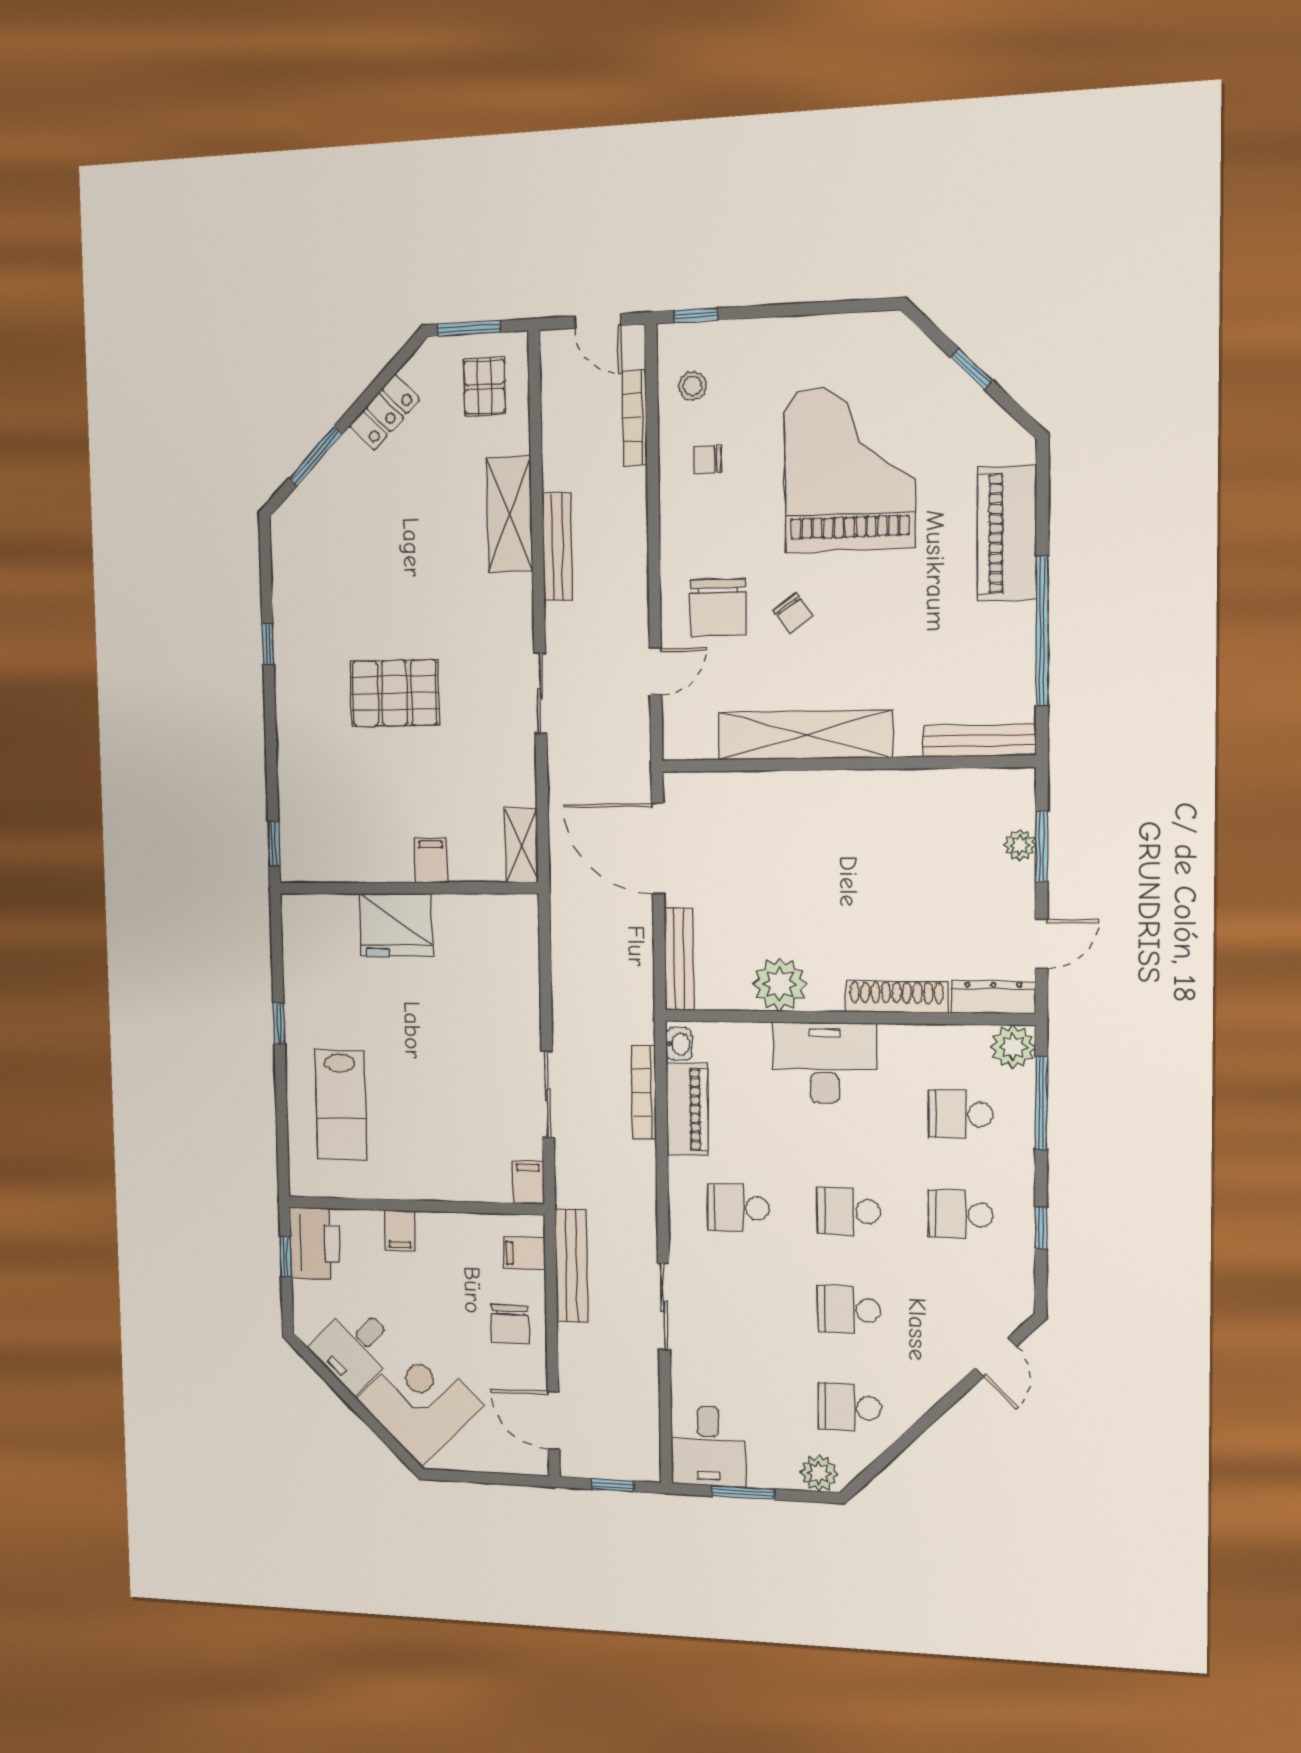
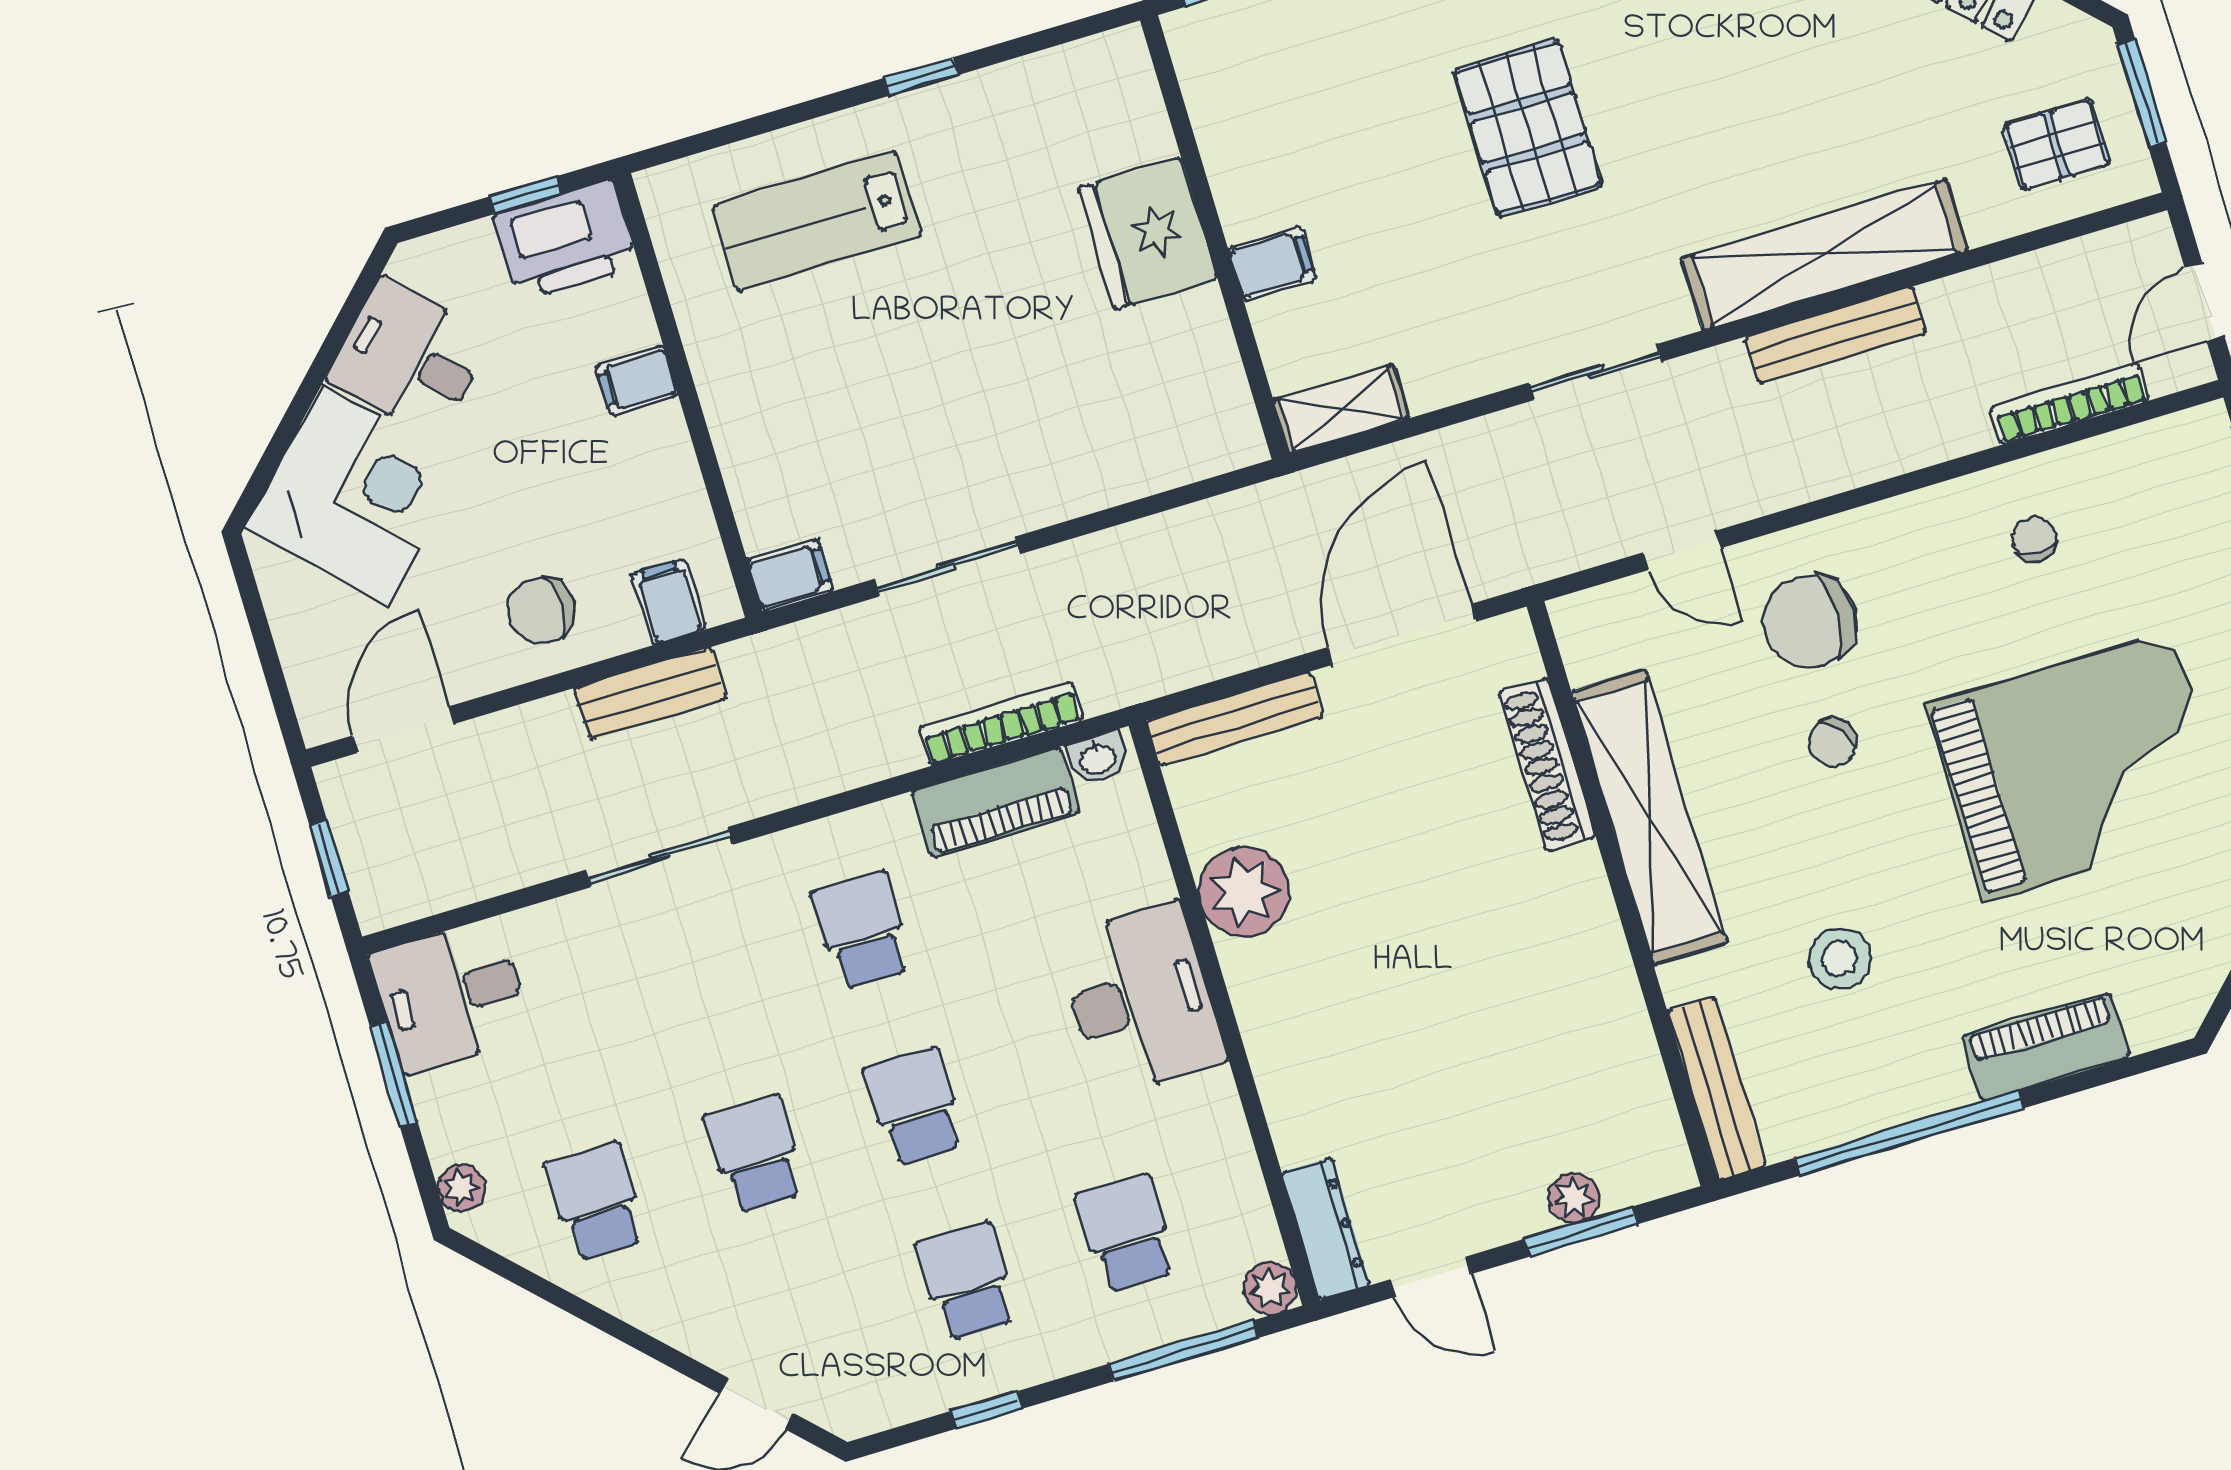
stool: (692, 386) -> (1840, 959), moved, width x1.37, depth x1.37
shelving: (510, 514) -> (1824, 254), width x1.47
piano: (1007, 533) -> (2046, 1047), width x0.73, depth x0.75
shoe rack: (897, 997) -> (1547, 765), moved, turned 180
plant: (1013, 1047) -> (1270, 1288), width x0.73, depth x0.73
bench: (572, 1266) -> (650, 694), width x0.73
plant: (819, 1473) -> (462, 1188), width x0.73, depth x0.73

